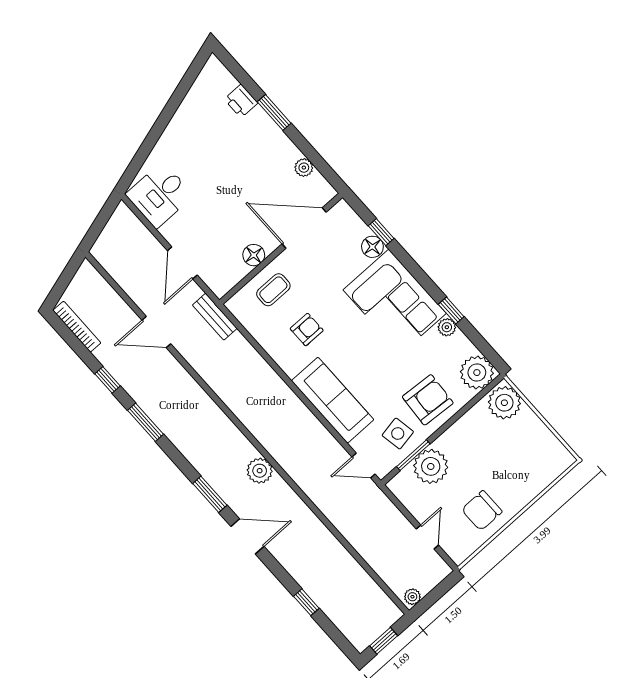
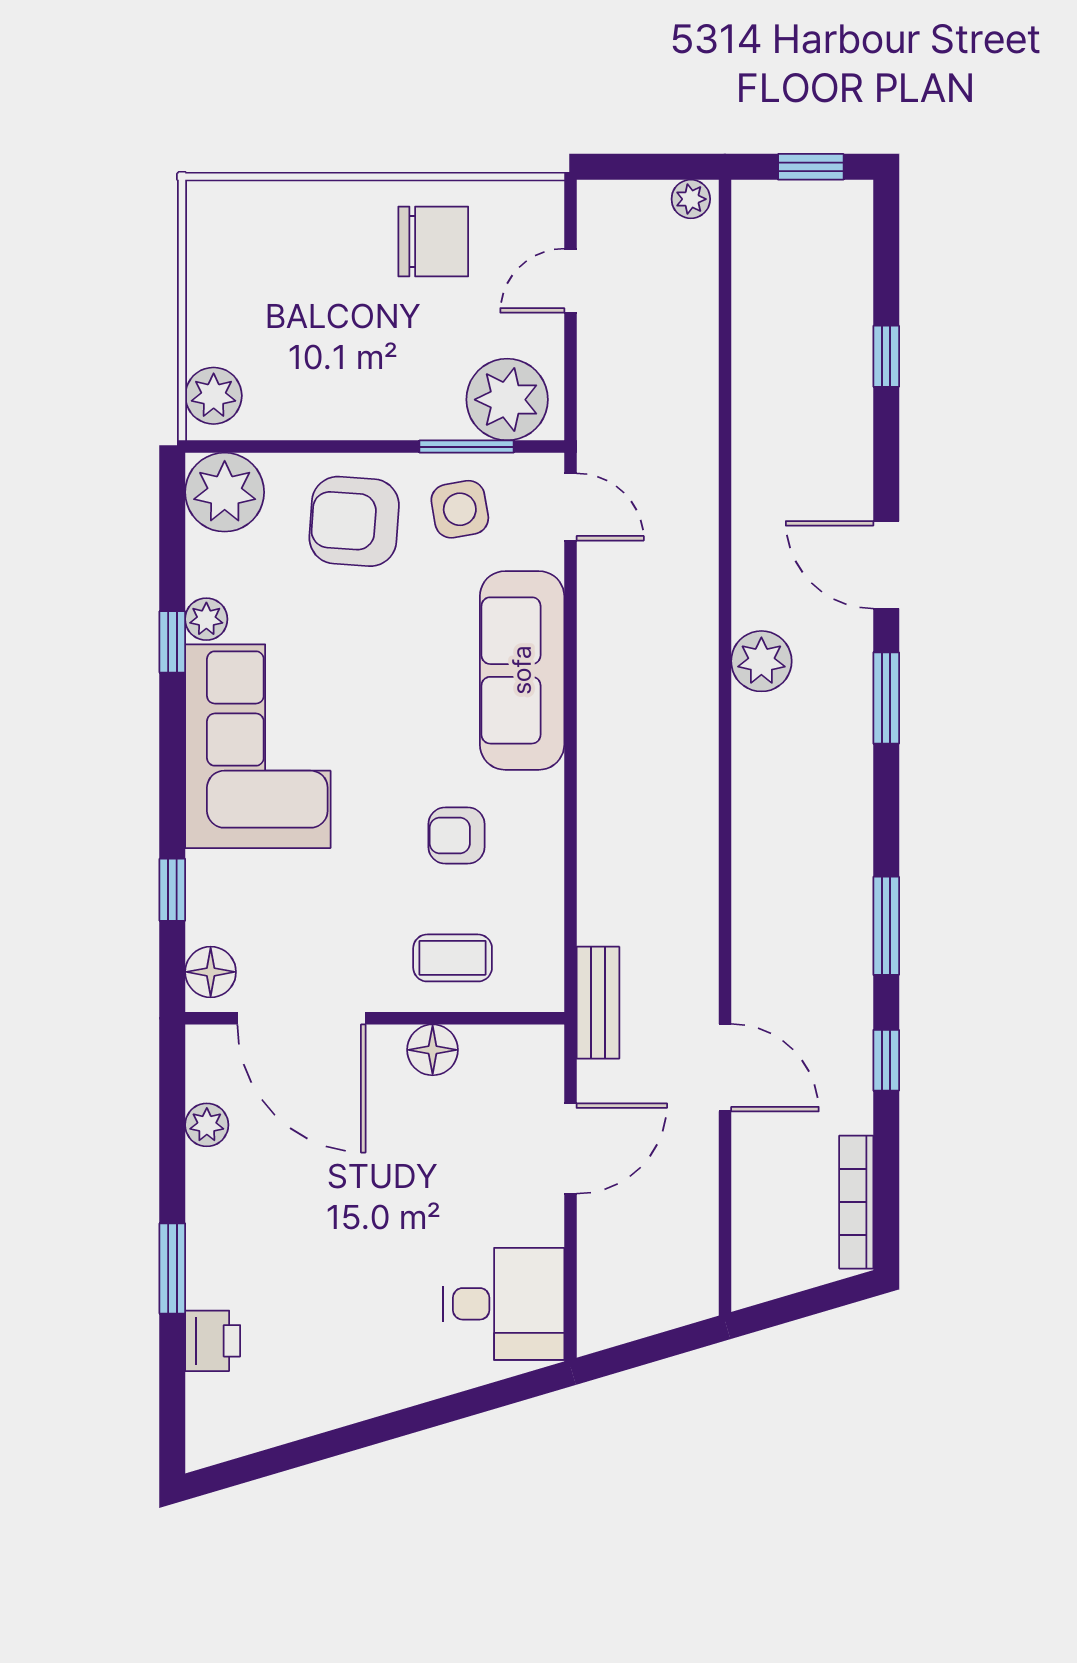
floor lamp: (372, 247) -> (211, 972), moved
plant: (504, 403) -> (214, 396), width x0.73, depth x0.73
plant: (431, 466) -> (507, 400), moved

